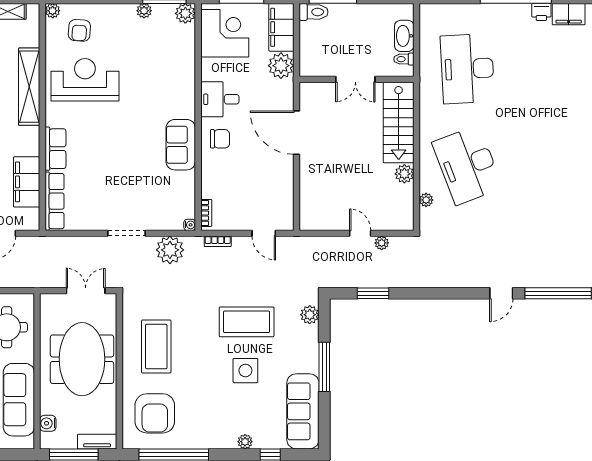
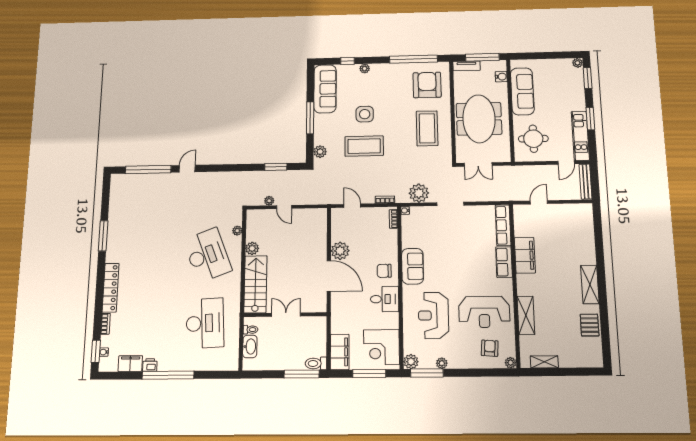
plant: (281, 66) -> (340, 251), moved
reception desk: (154, 76) -> (433, 315), added
shelving: (29, 87) -> (526, 315), width x0.68
filing cabinet: (27, 182) -> (525, 255), moved

